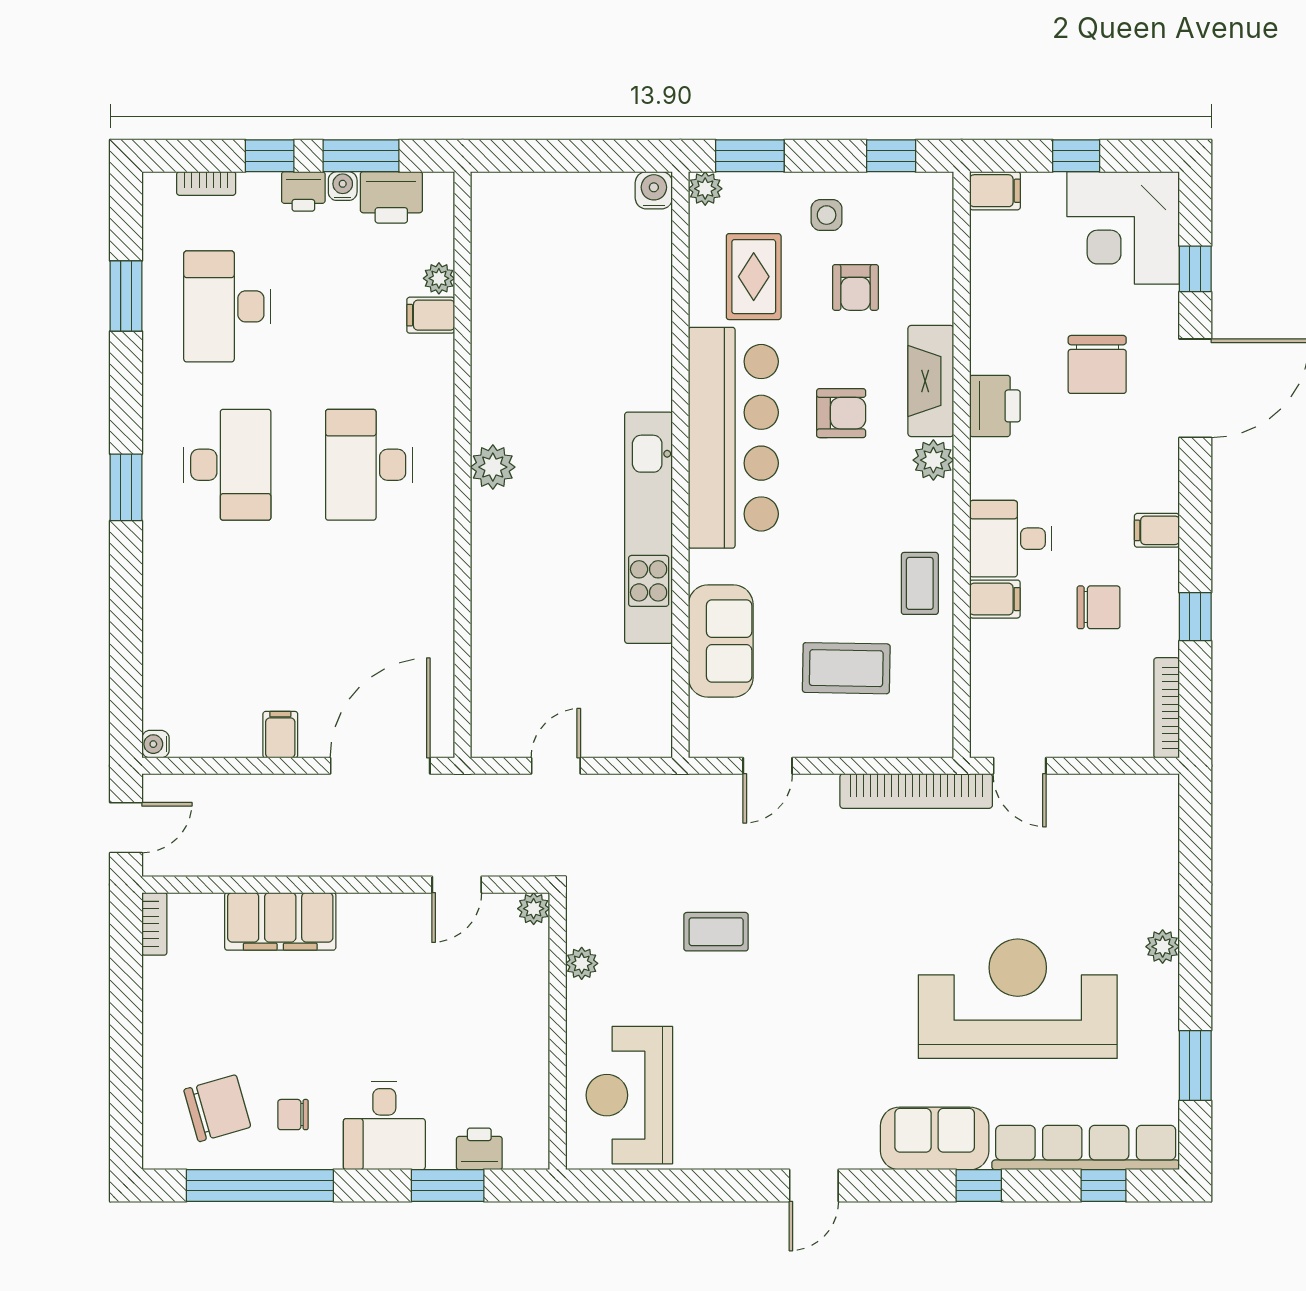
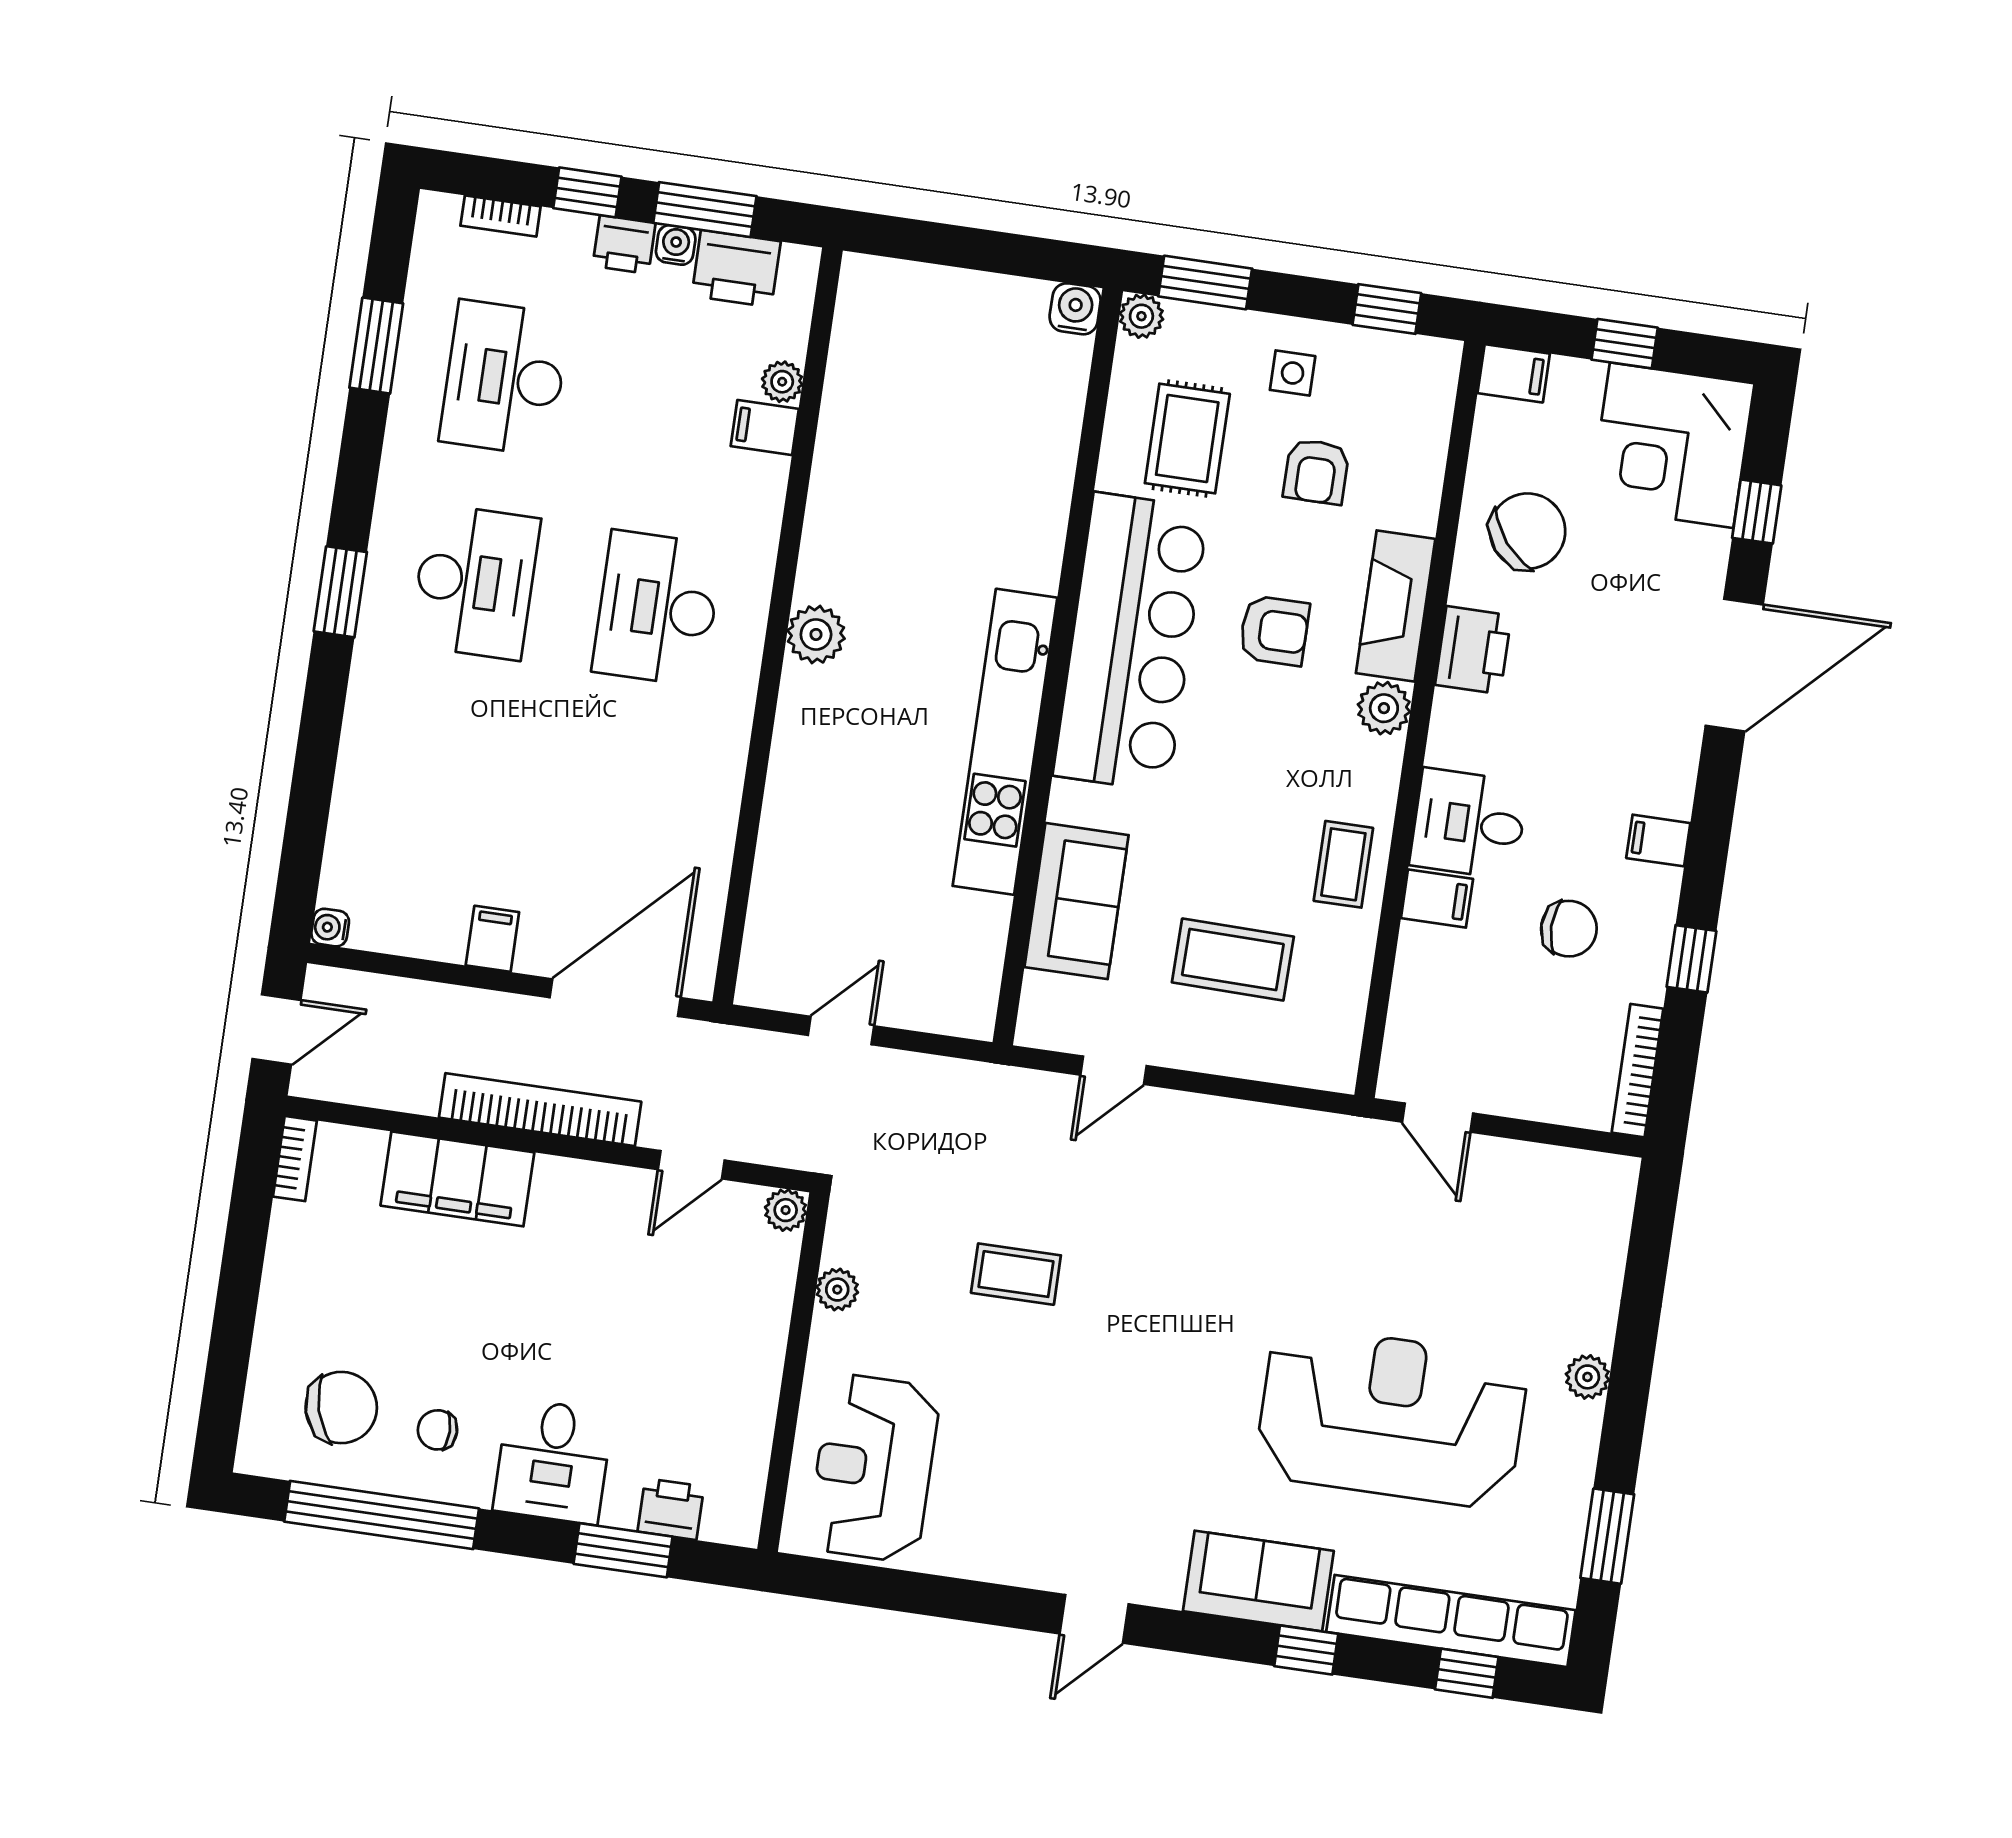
chair: (1097, 364) -> (1528, 531), moved, turned -129
bookcase: (916, 791) -> (540, 1110), moved, turned 180

